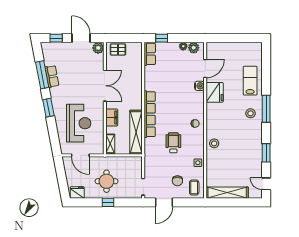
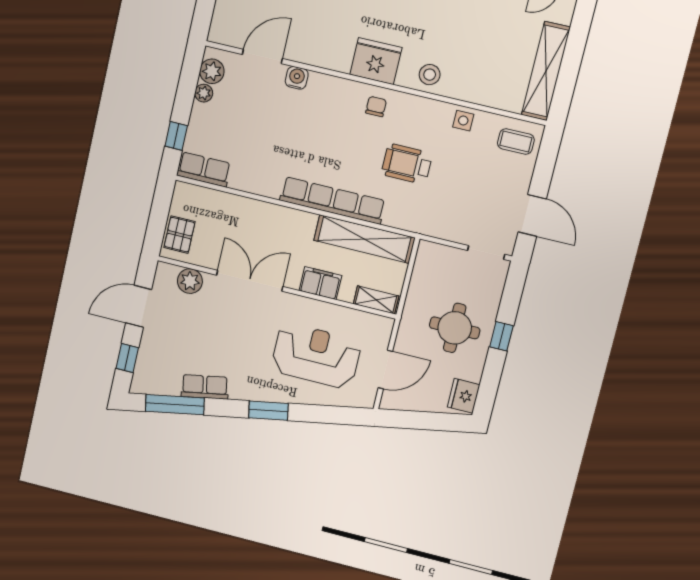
plant: (98, 48) -> (190, 281), moved
door: (205, 69) -> (262, 57), hinge flipped
window: (42, 75) -> (175, 405), moved
fridge: (215, 92) -> (376, 61), moved
chair: (177, 181) -> (492, 175), removed

